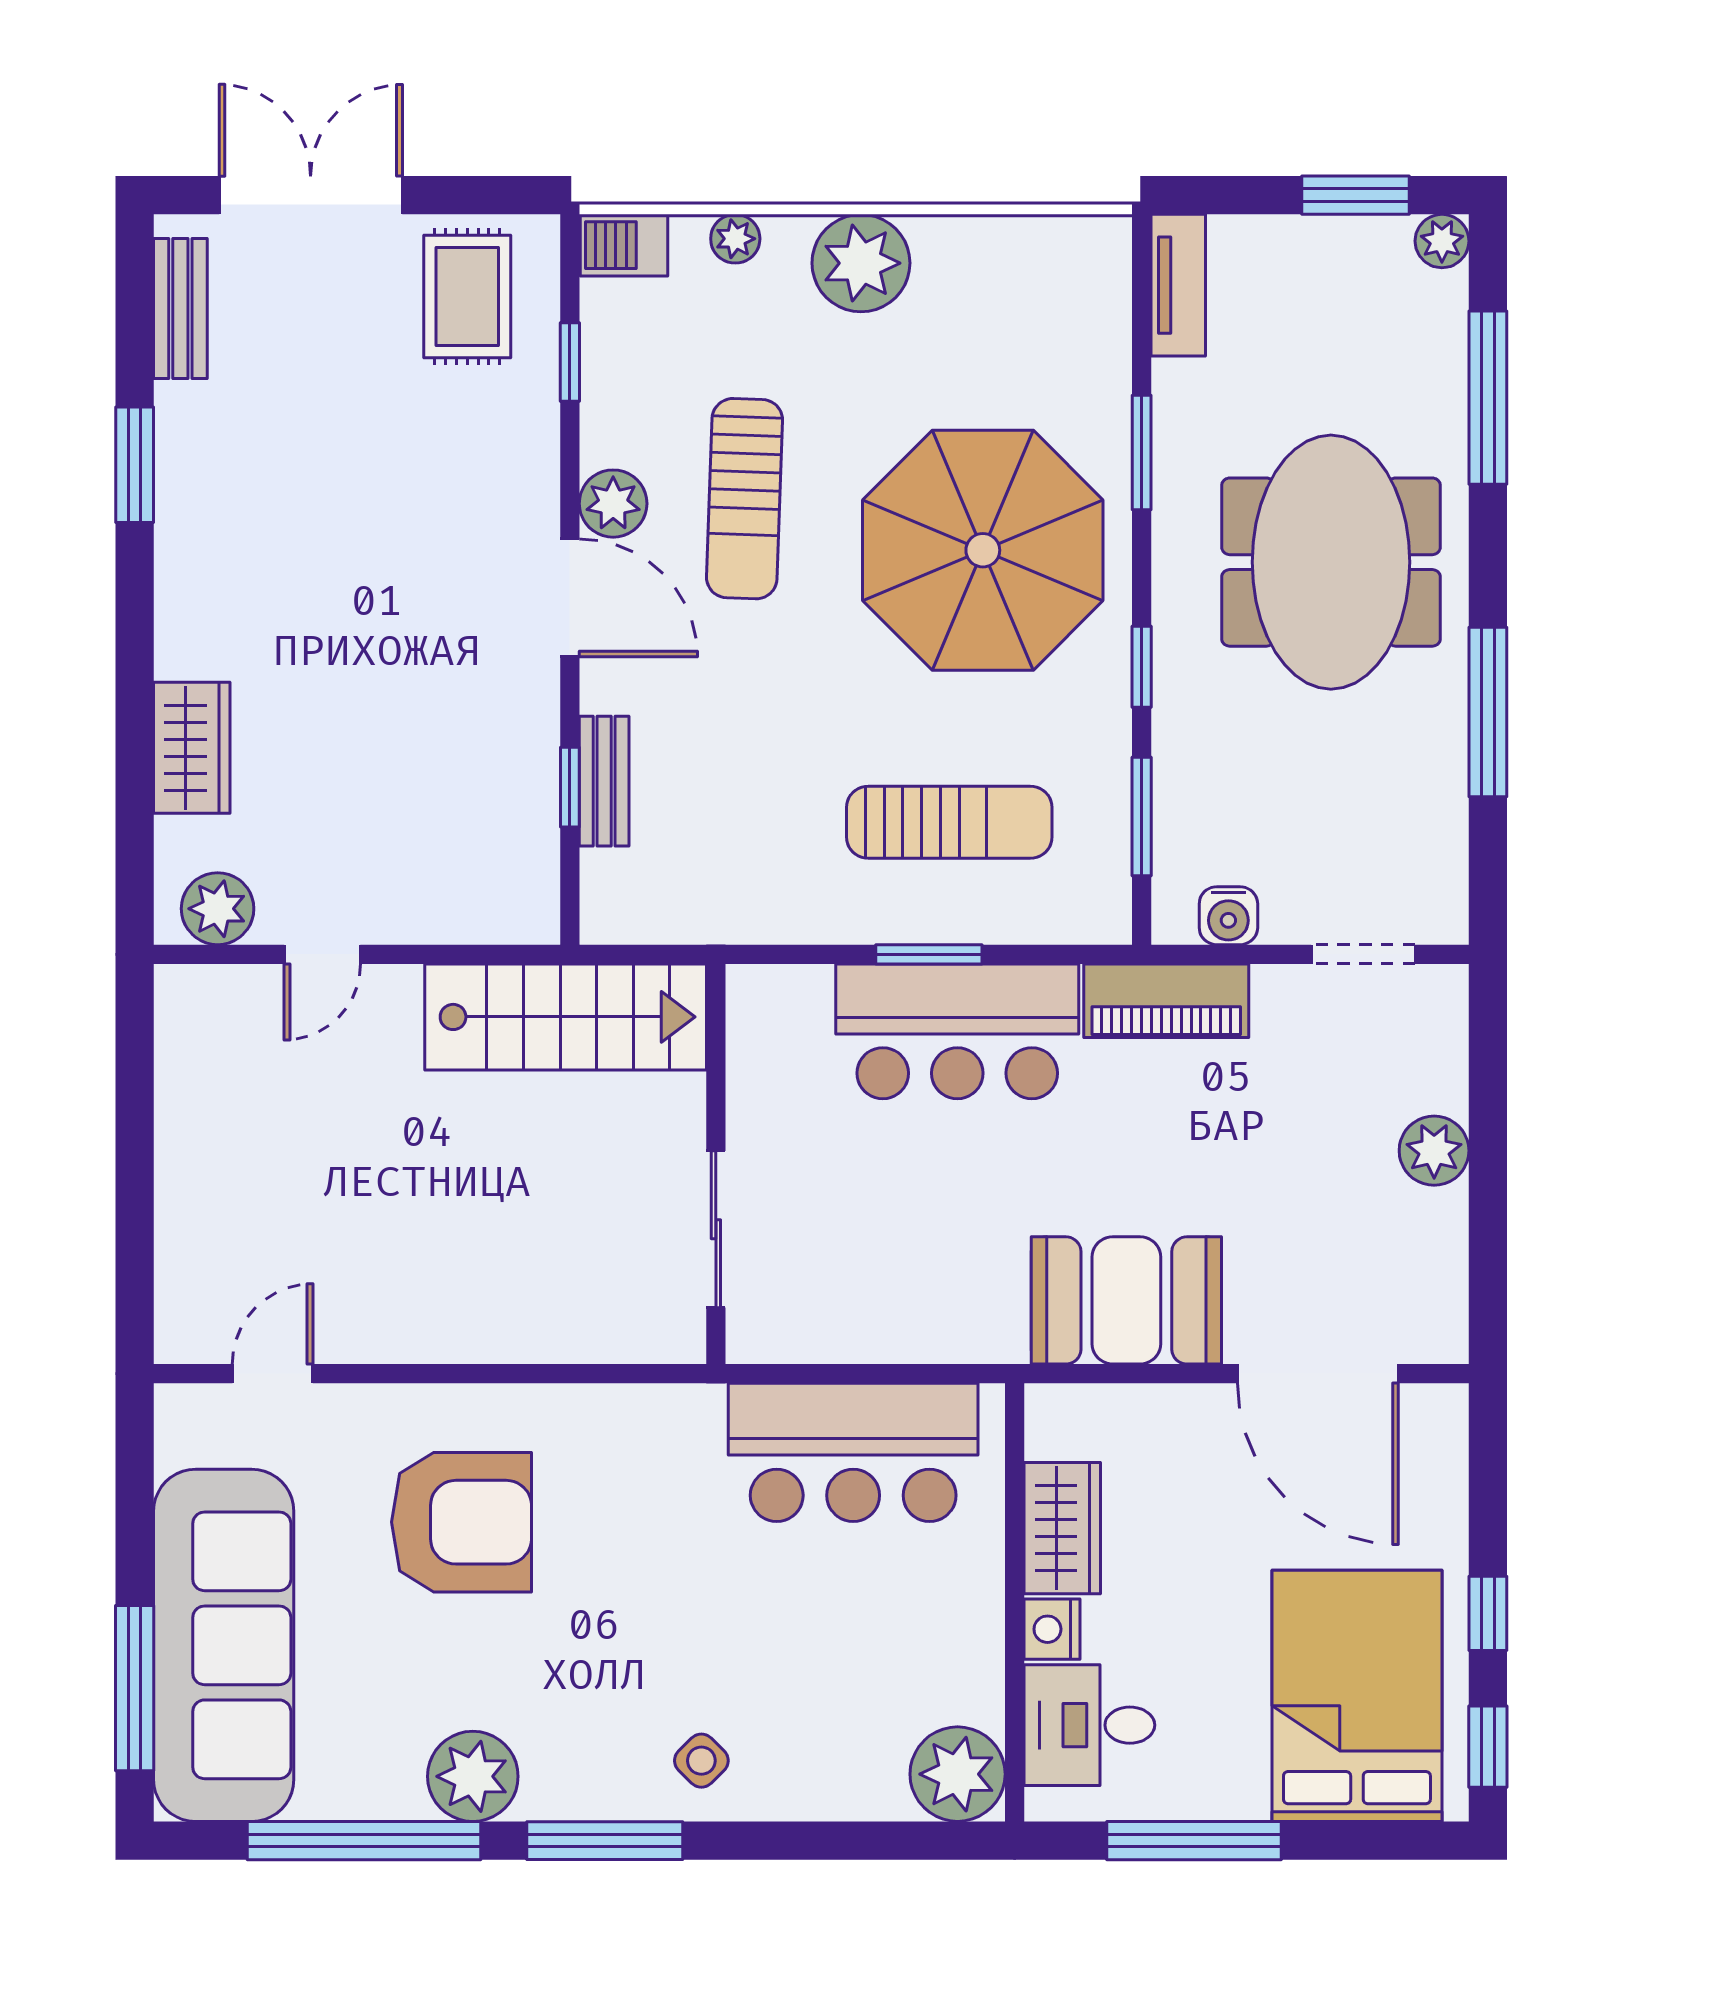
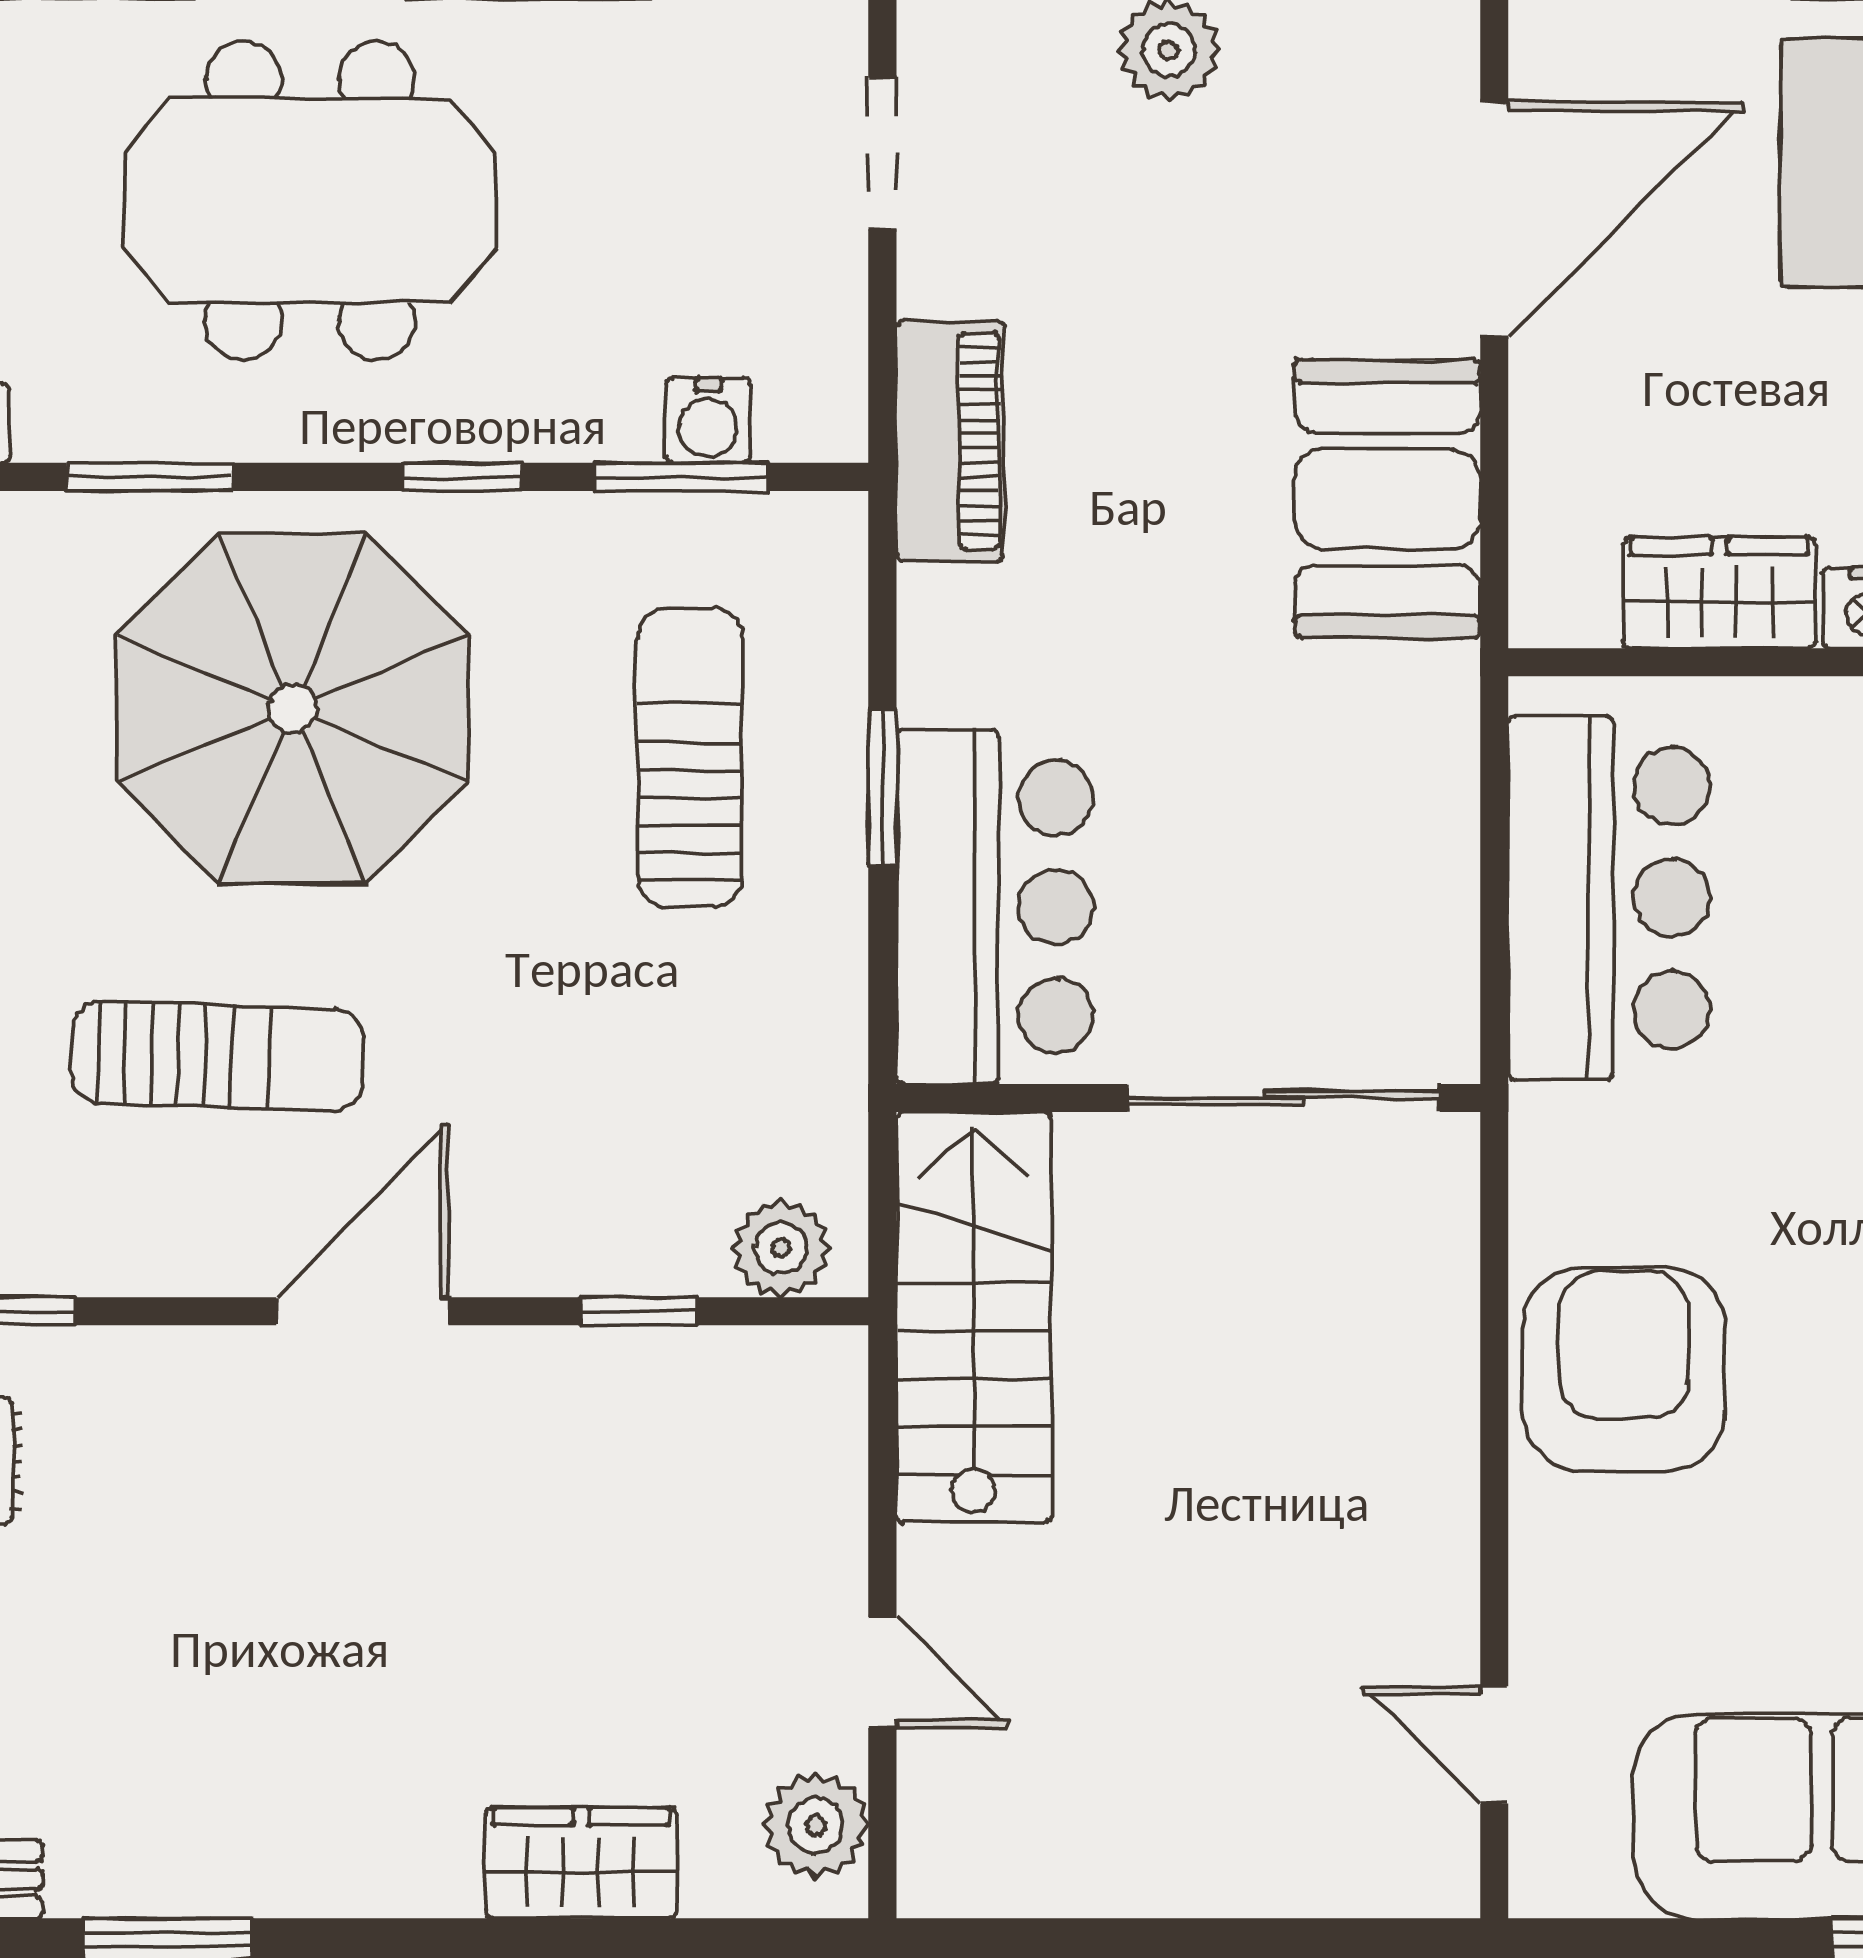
plant: (613, 504) -> (781, 1248), moved
bench: (604, 781) -> (630, 1261), removed
water cooler: (1228, 916) -> (708, 420), moved, turned 90
bar counter: (957, 1031) -> (995, 907), moved
sliding door: (716, 1229) -> (1283, 1098), width x1.37
armchair: (461, 1522) -> (1624, 1369), moved

